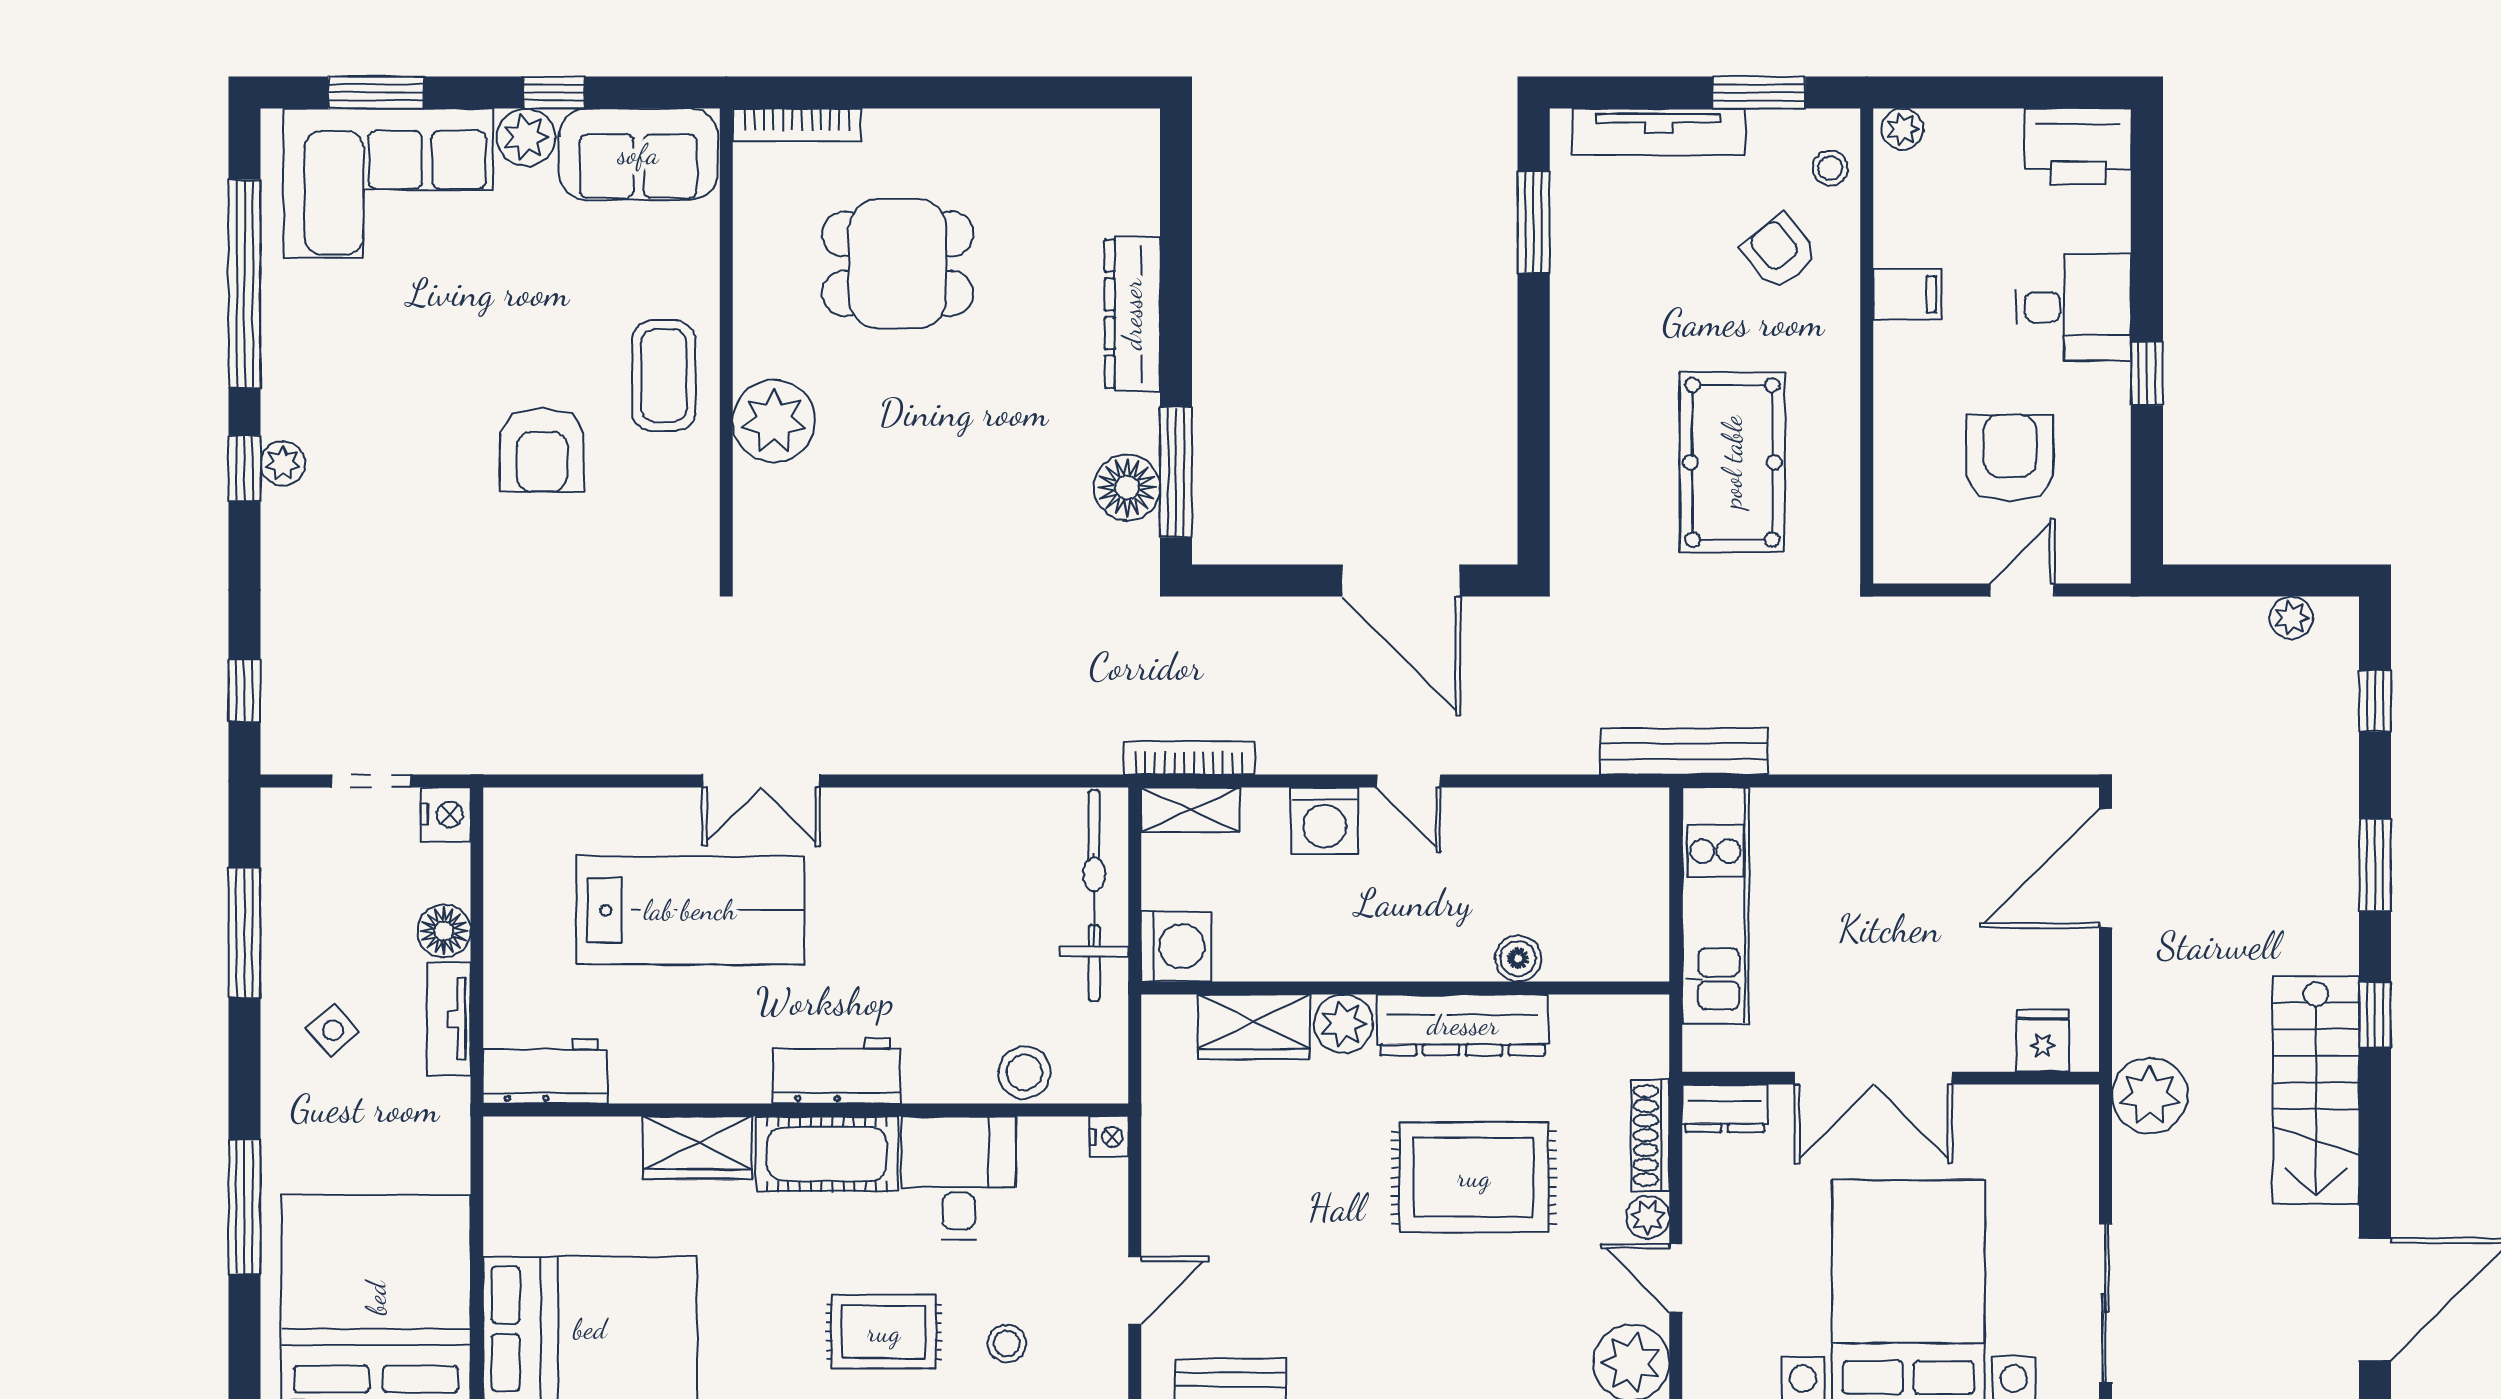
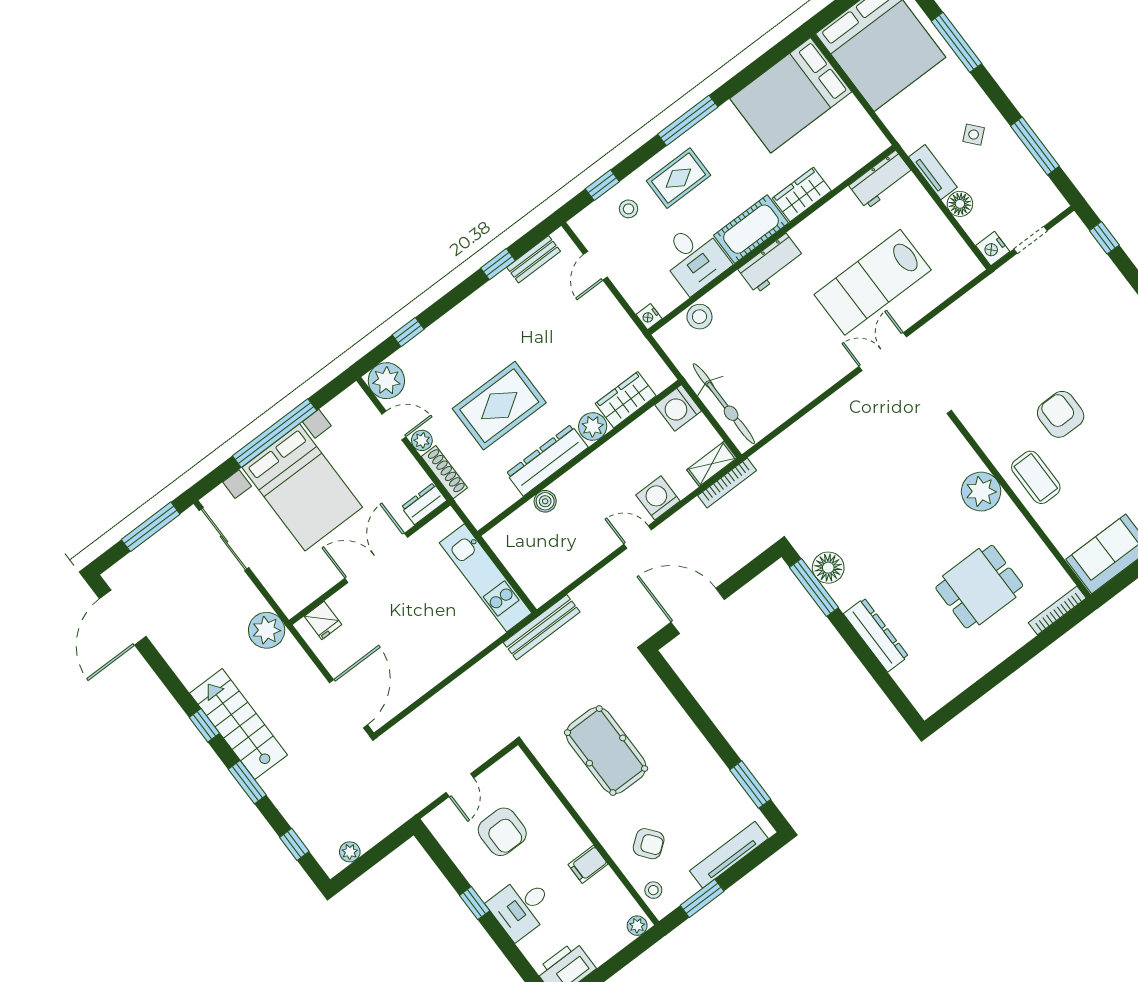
stairs: (2316, 1090) -> (239, 724), moved

